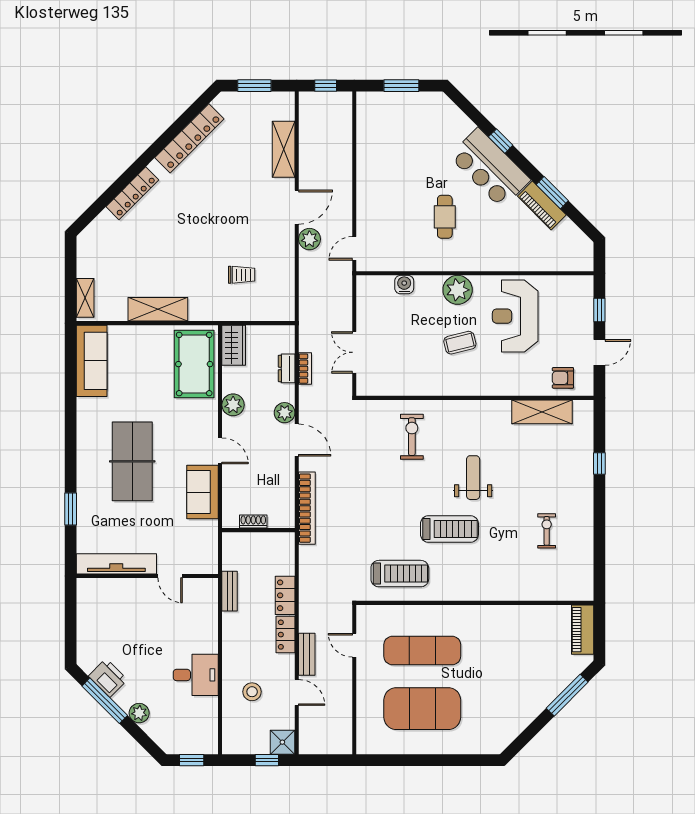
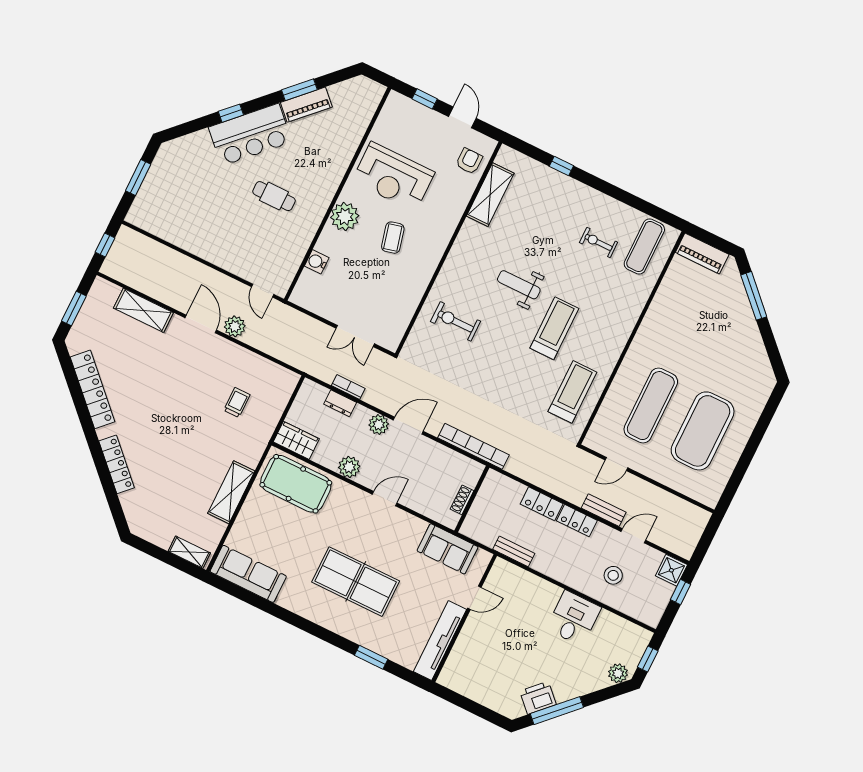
armchair: (563, 378) -> (469, 161), turned 180
sofa: (203, 492) -> (448, 549), moved
exercise mat: (563, 574) -> (644, 246), added
plant: (139, 713) -> (618, 673), moved

